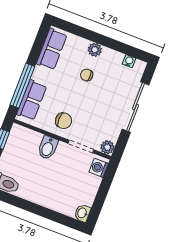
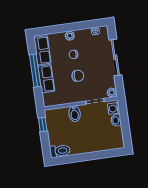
window: (22, 86) -> (35, 71), moved
row of seats: (32, 100) -> (46, 79), moved
chair: (64, 121) -> (78, 76), moved
washbasin: (82, 213) -> (116, 120), moved

